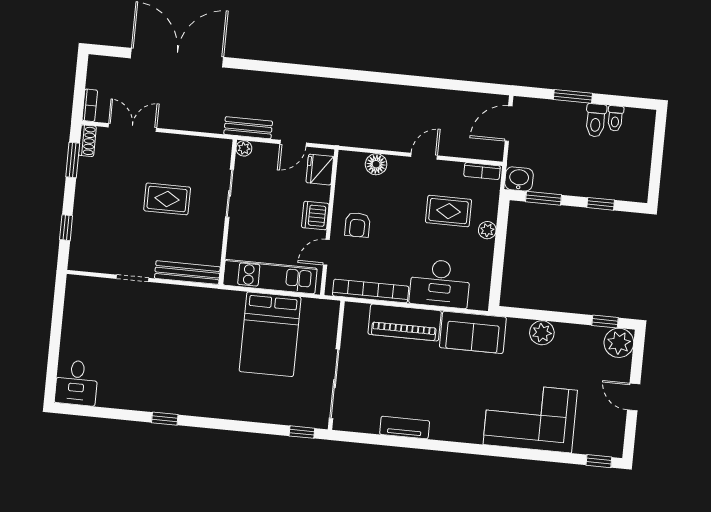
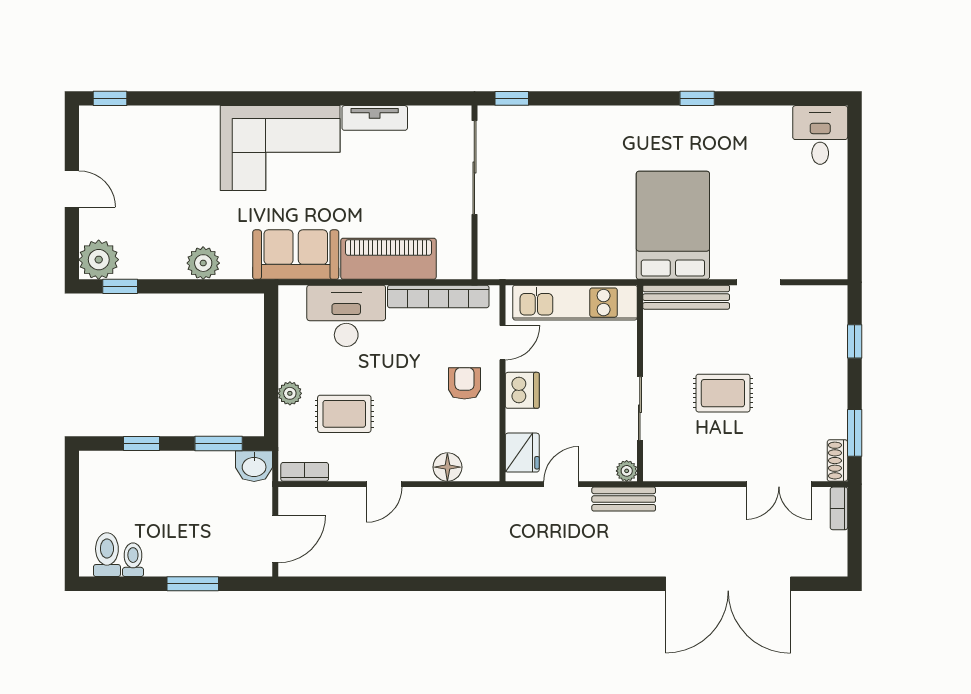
toilet: (596, 120) -> (107, 555), moved
bed: (270, 334) -> (673, 225), moved
corner sofa: (530, 417) -> (280, 148), moved

